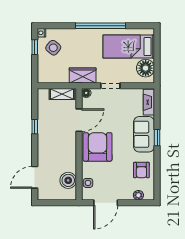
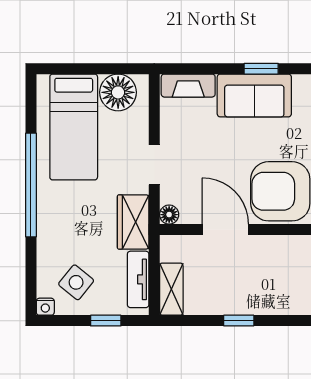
window: (35, 47) -> (106, 321), moved
tv unit: (55, 78) -> (138, 279), added
shelving: (62, 94) -> (171, 289), moved

